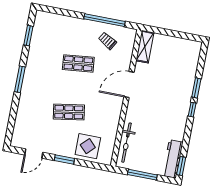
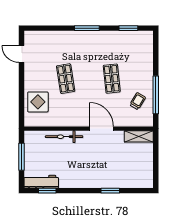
window: (192, 110) -> (90, 191), removed
bicycle: (127, 143) -> (64, 137), moved
window: (64, 160) -> (22, 83), removed
window: (181, 166) -> (47, 191), moved

